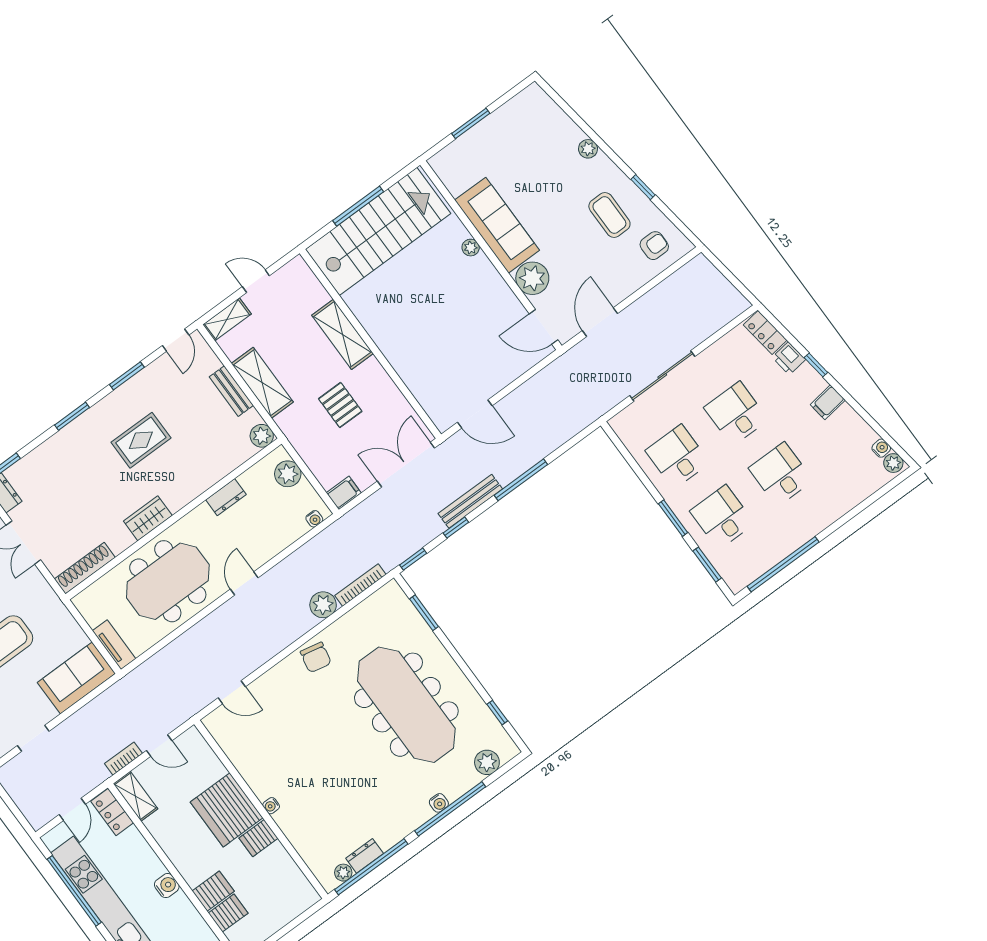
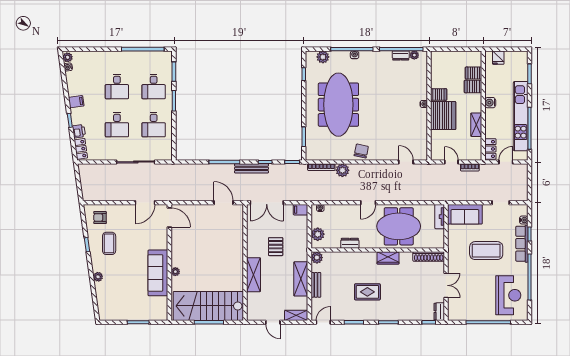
plant: (532, 278) -> (159, 241), removed
shelving: (135, 796) -> (476, 125), moved

